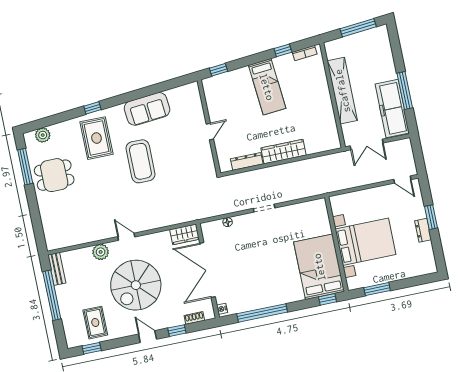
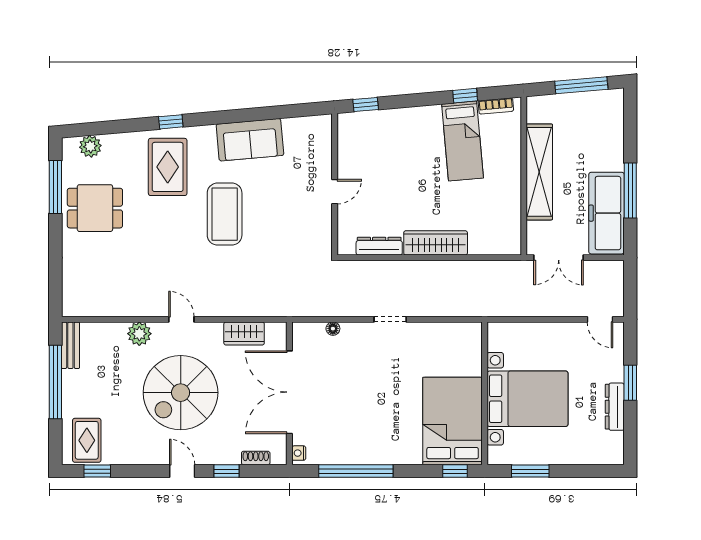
bed: (267, 87) -> (463, 141), moved
dresser: (423, 230) -> (615, 407), width x1.44
wardrobe: (185, 234) -> (244, 333), moved
rug: (95, 323) -> (87, 440), moved

